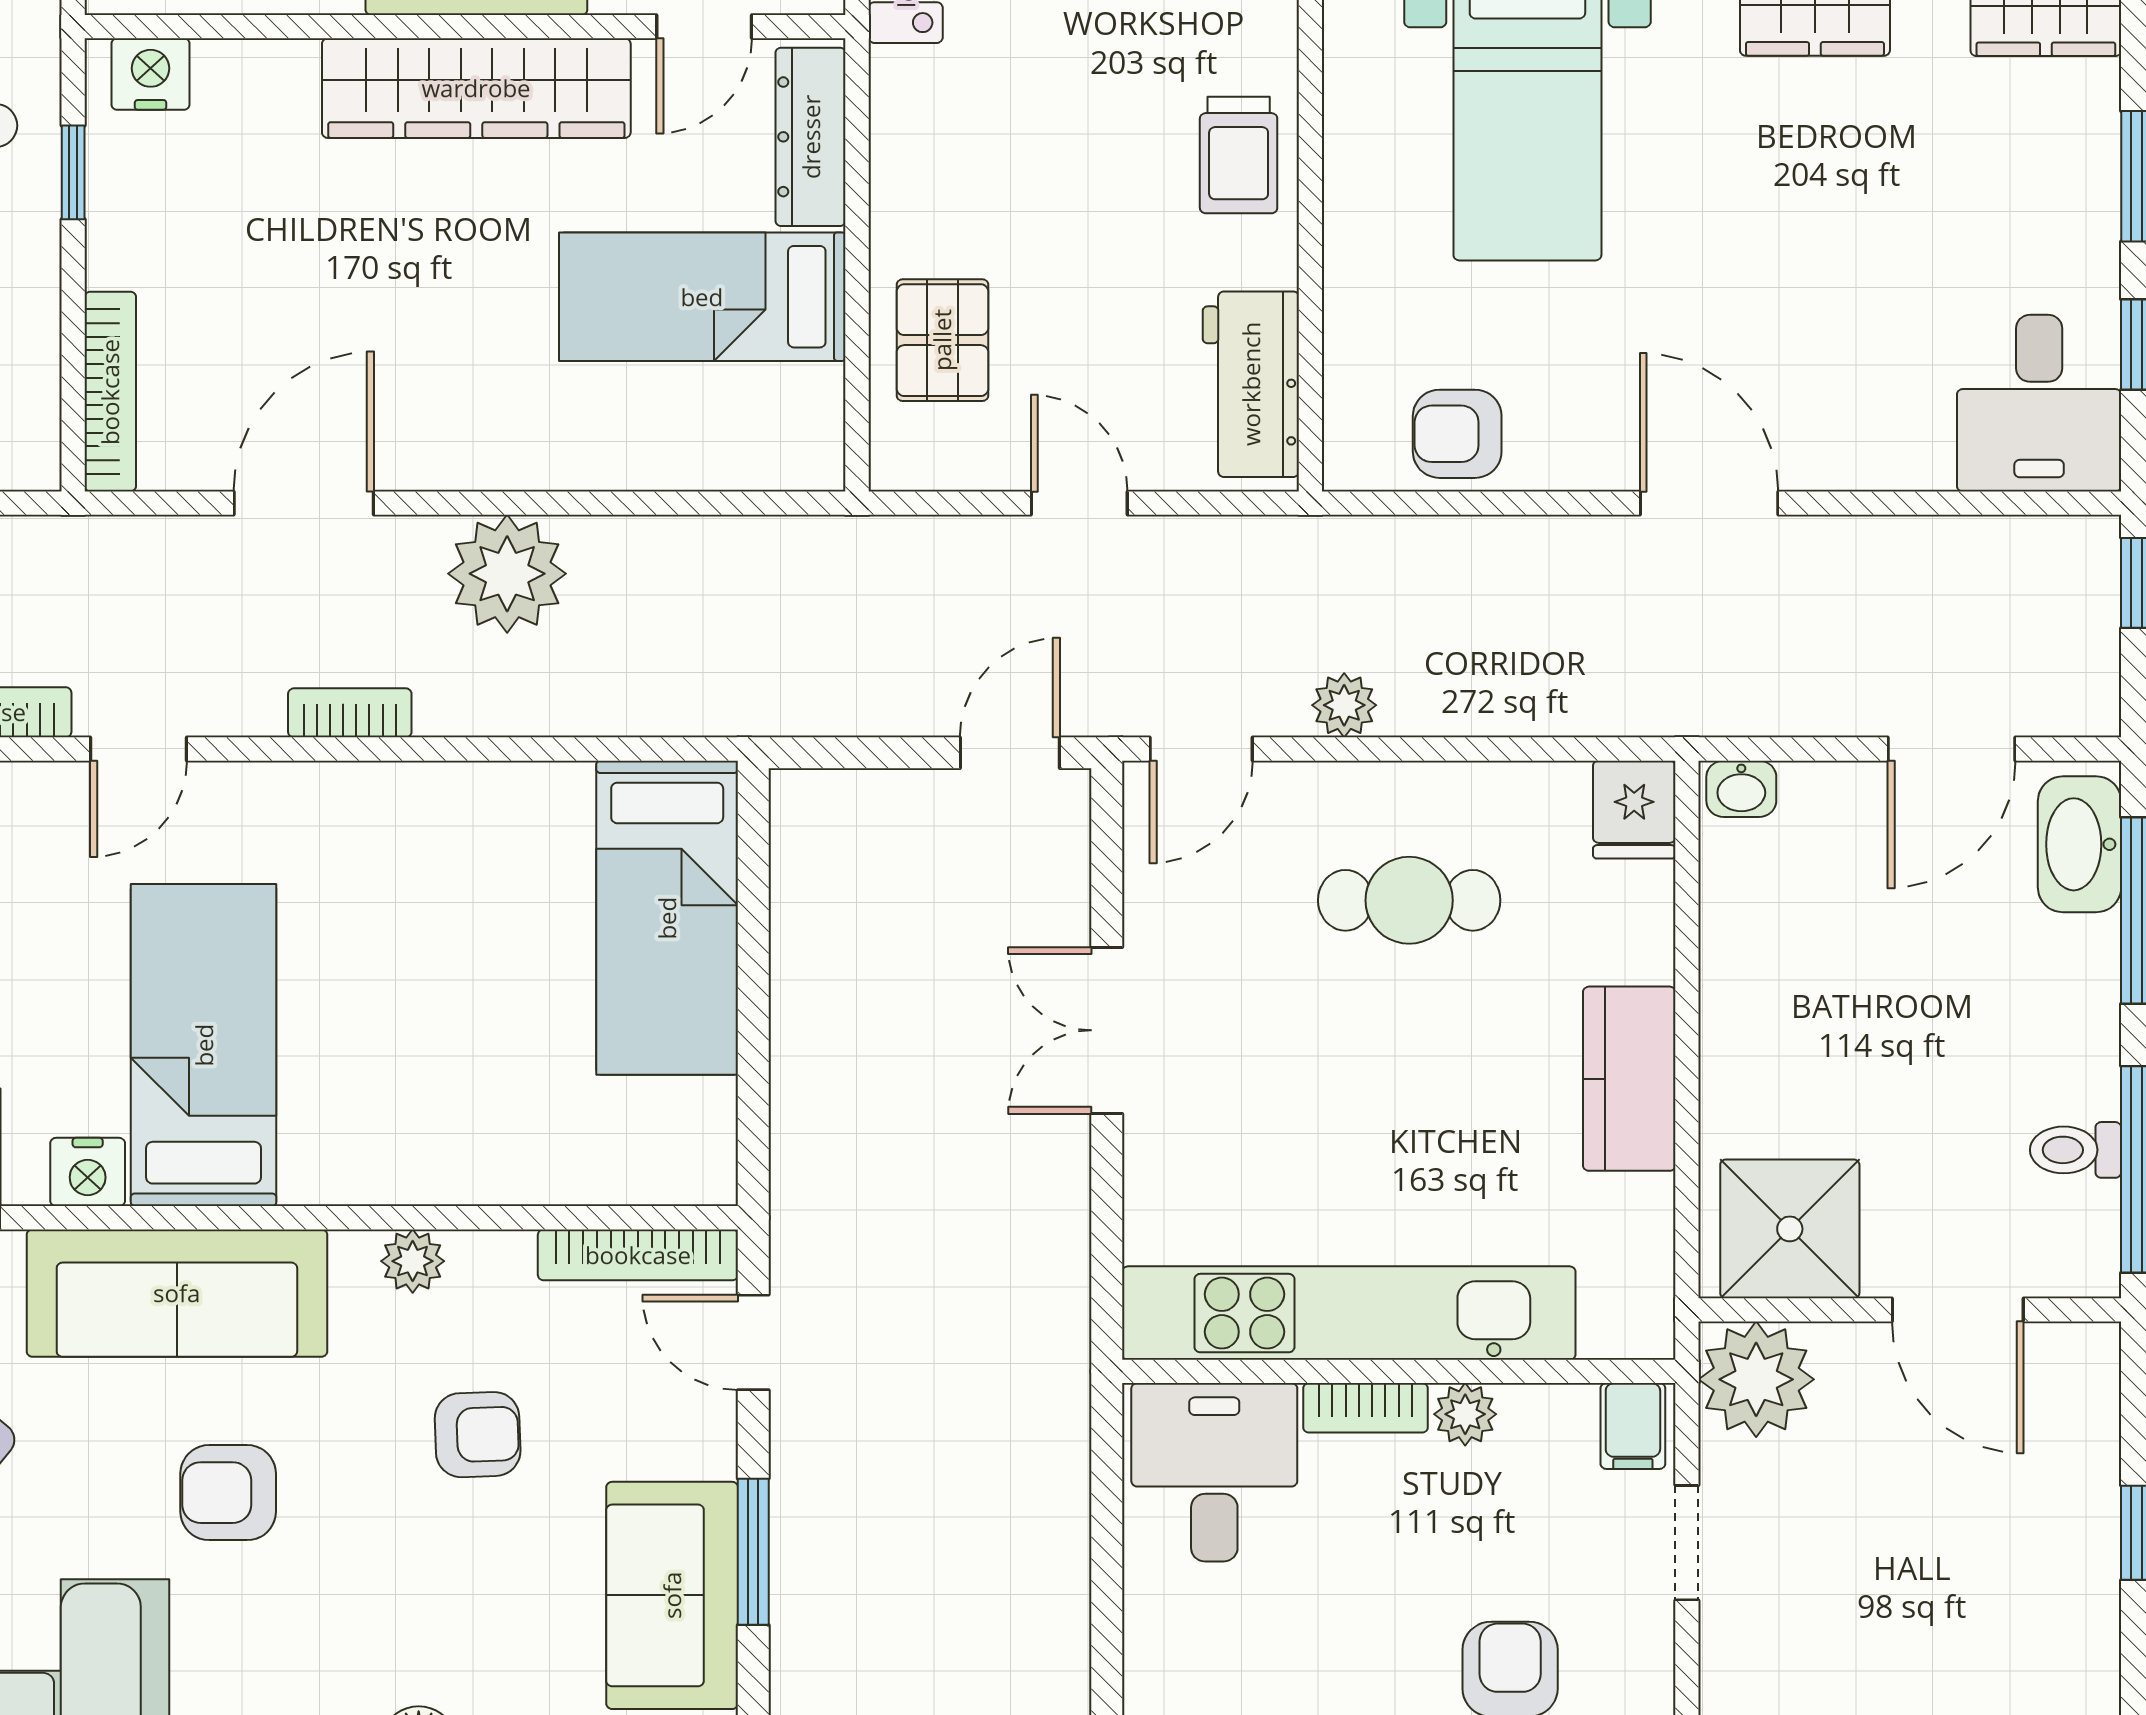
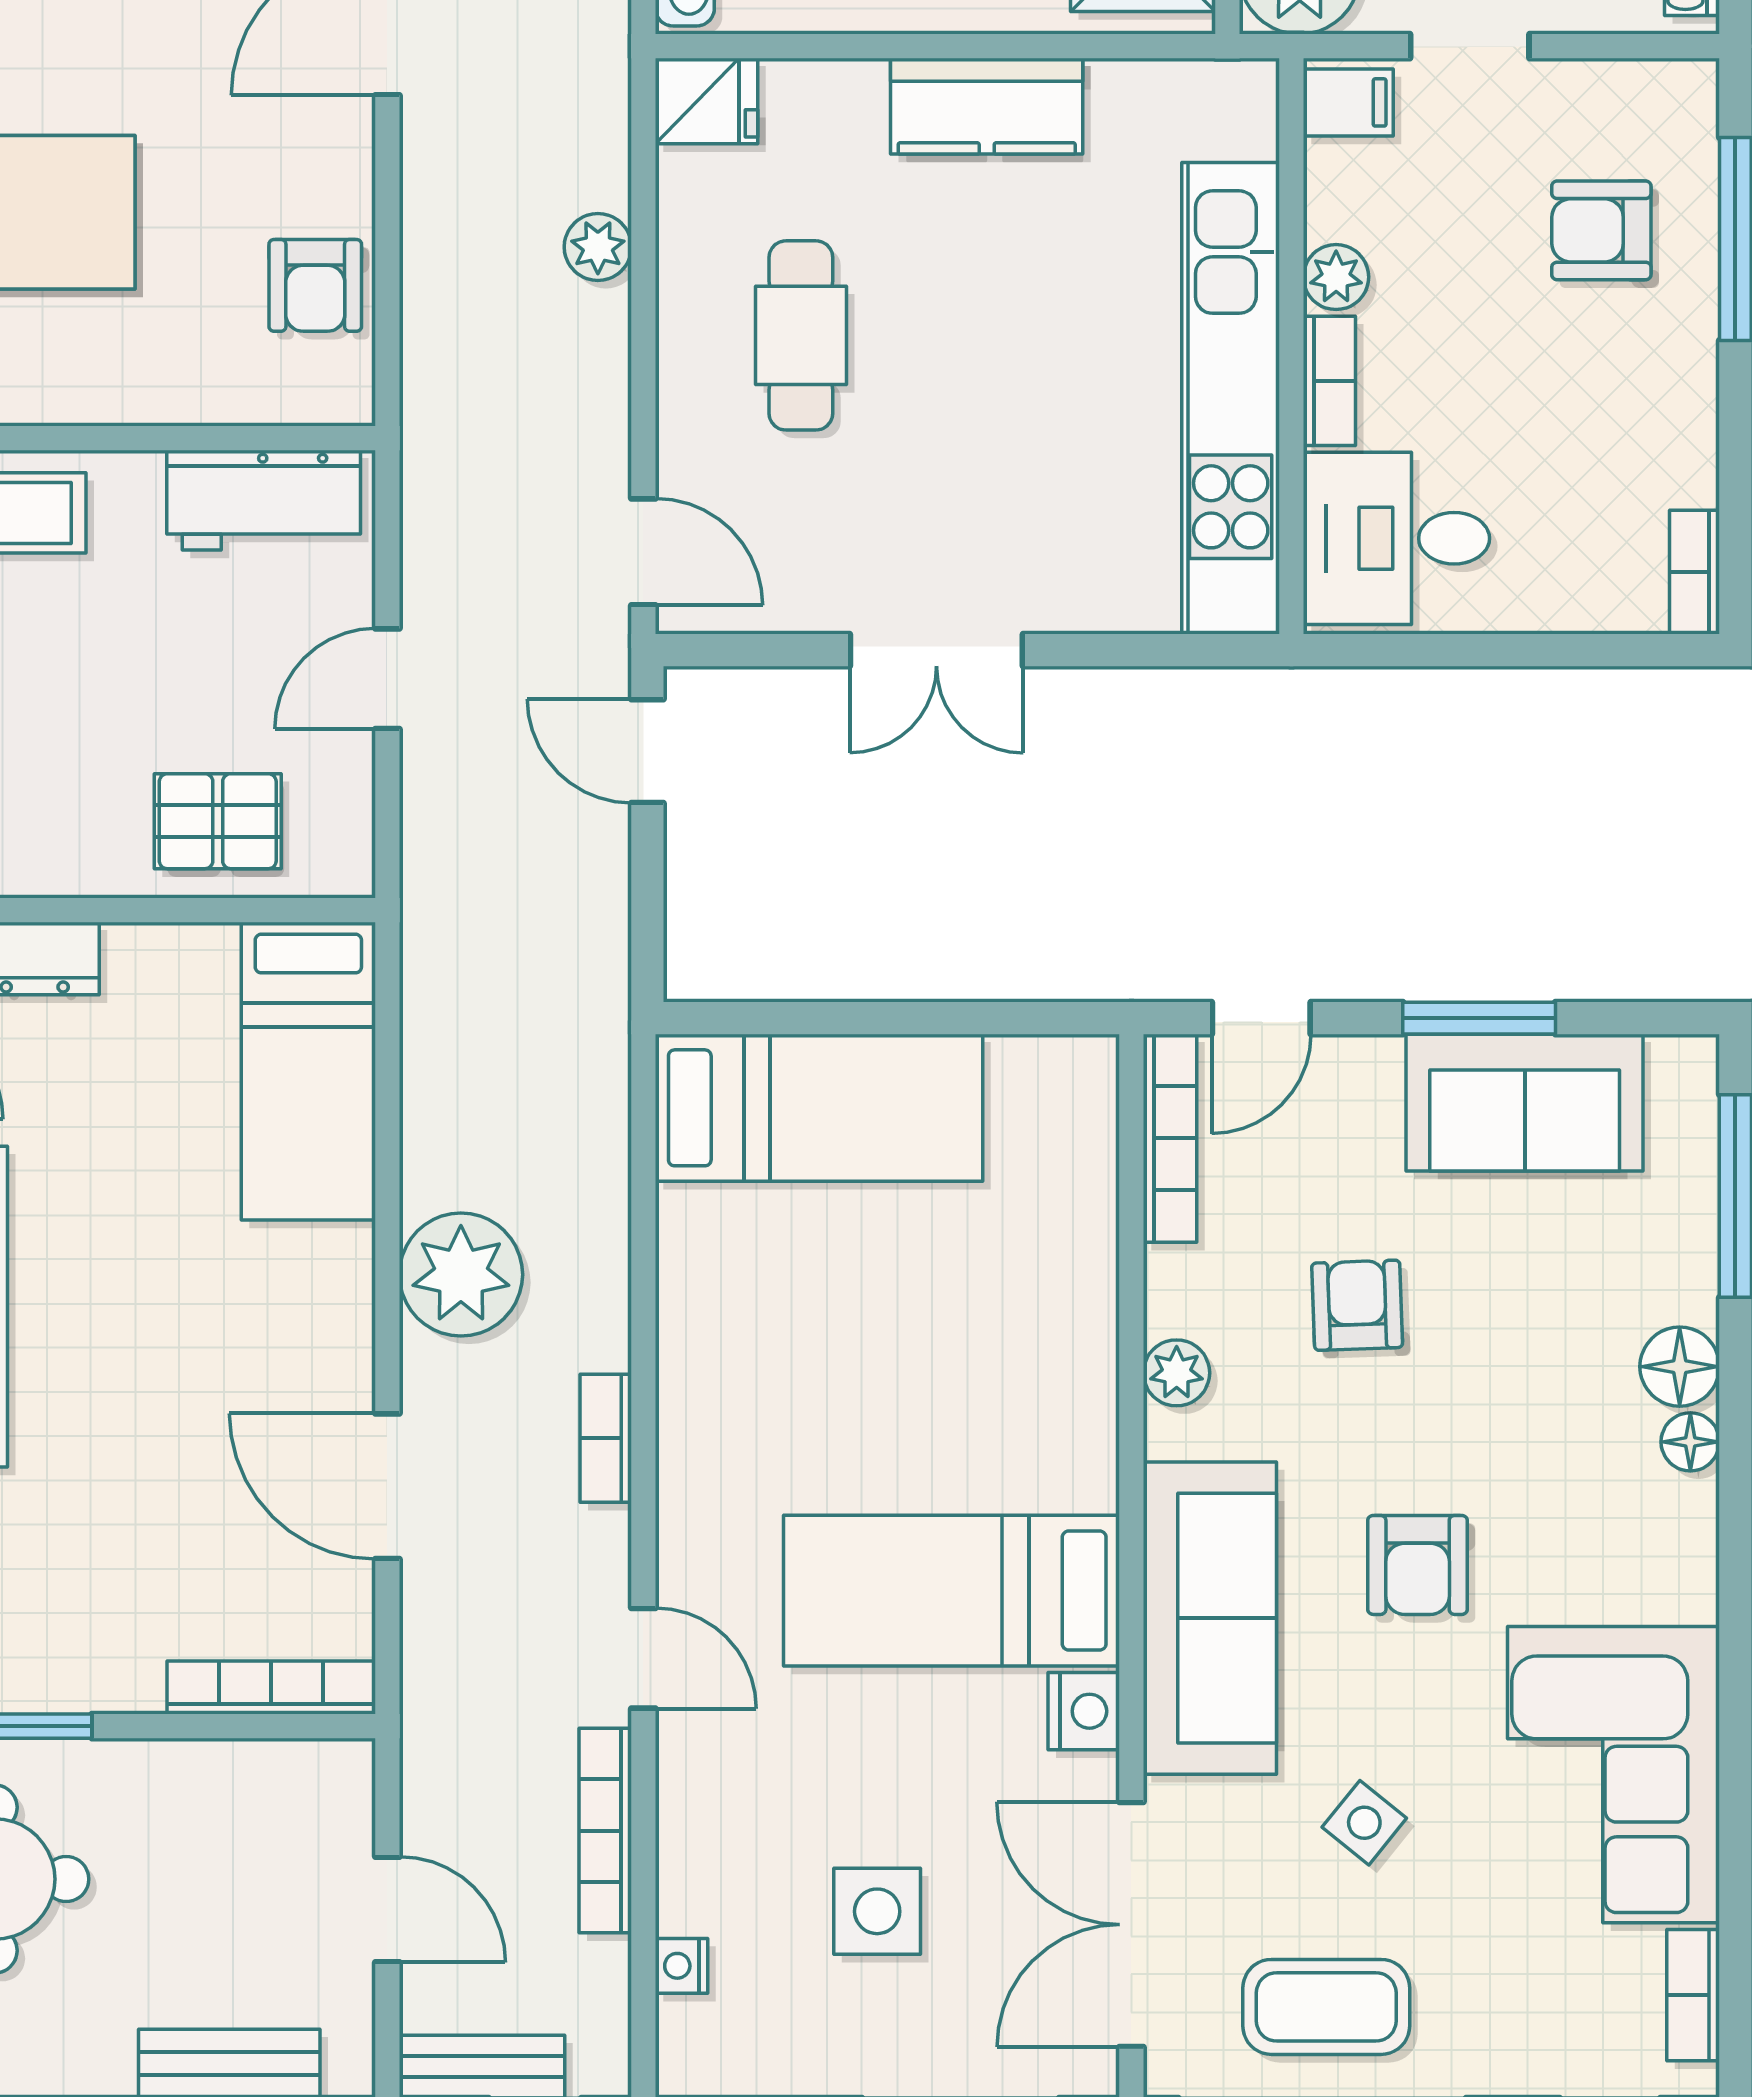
bed: (702, 297) -> (308, 1071), moved
plant: (1344, 705) -> (598, 247), moved

